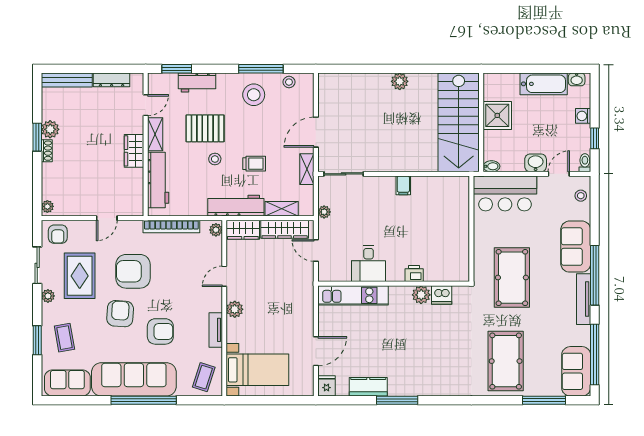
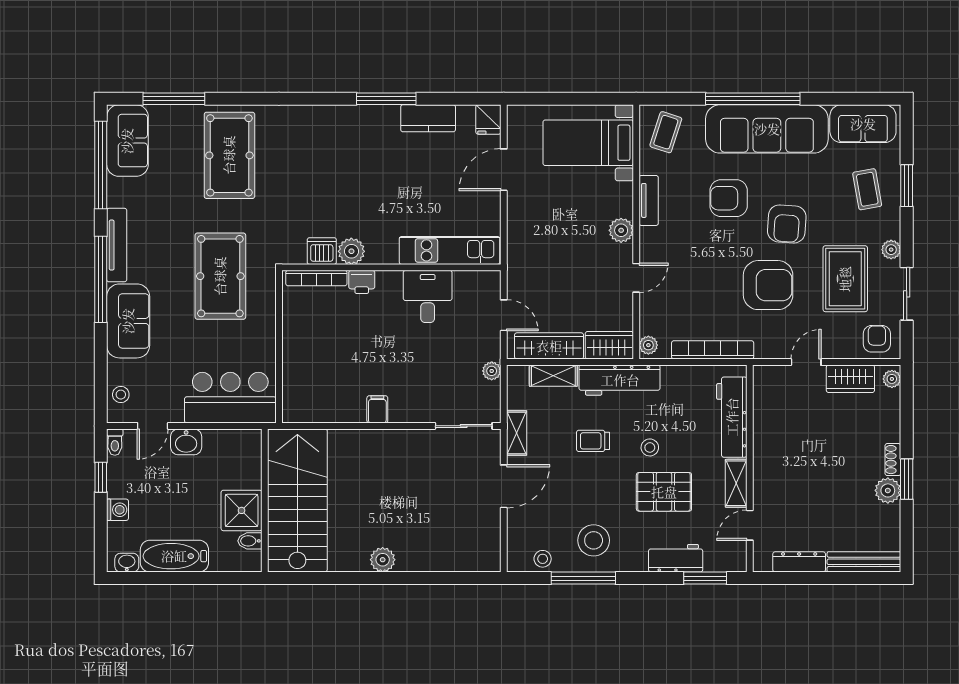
wardrobe: (134, 151) -> (850, 379), moved, turned 90
bidet: (491, 166) -> (250, 541), moved
bookcase: (445, 276) -> (316, 278), added

